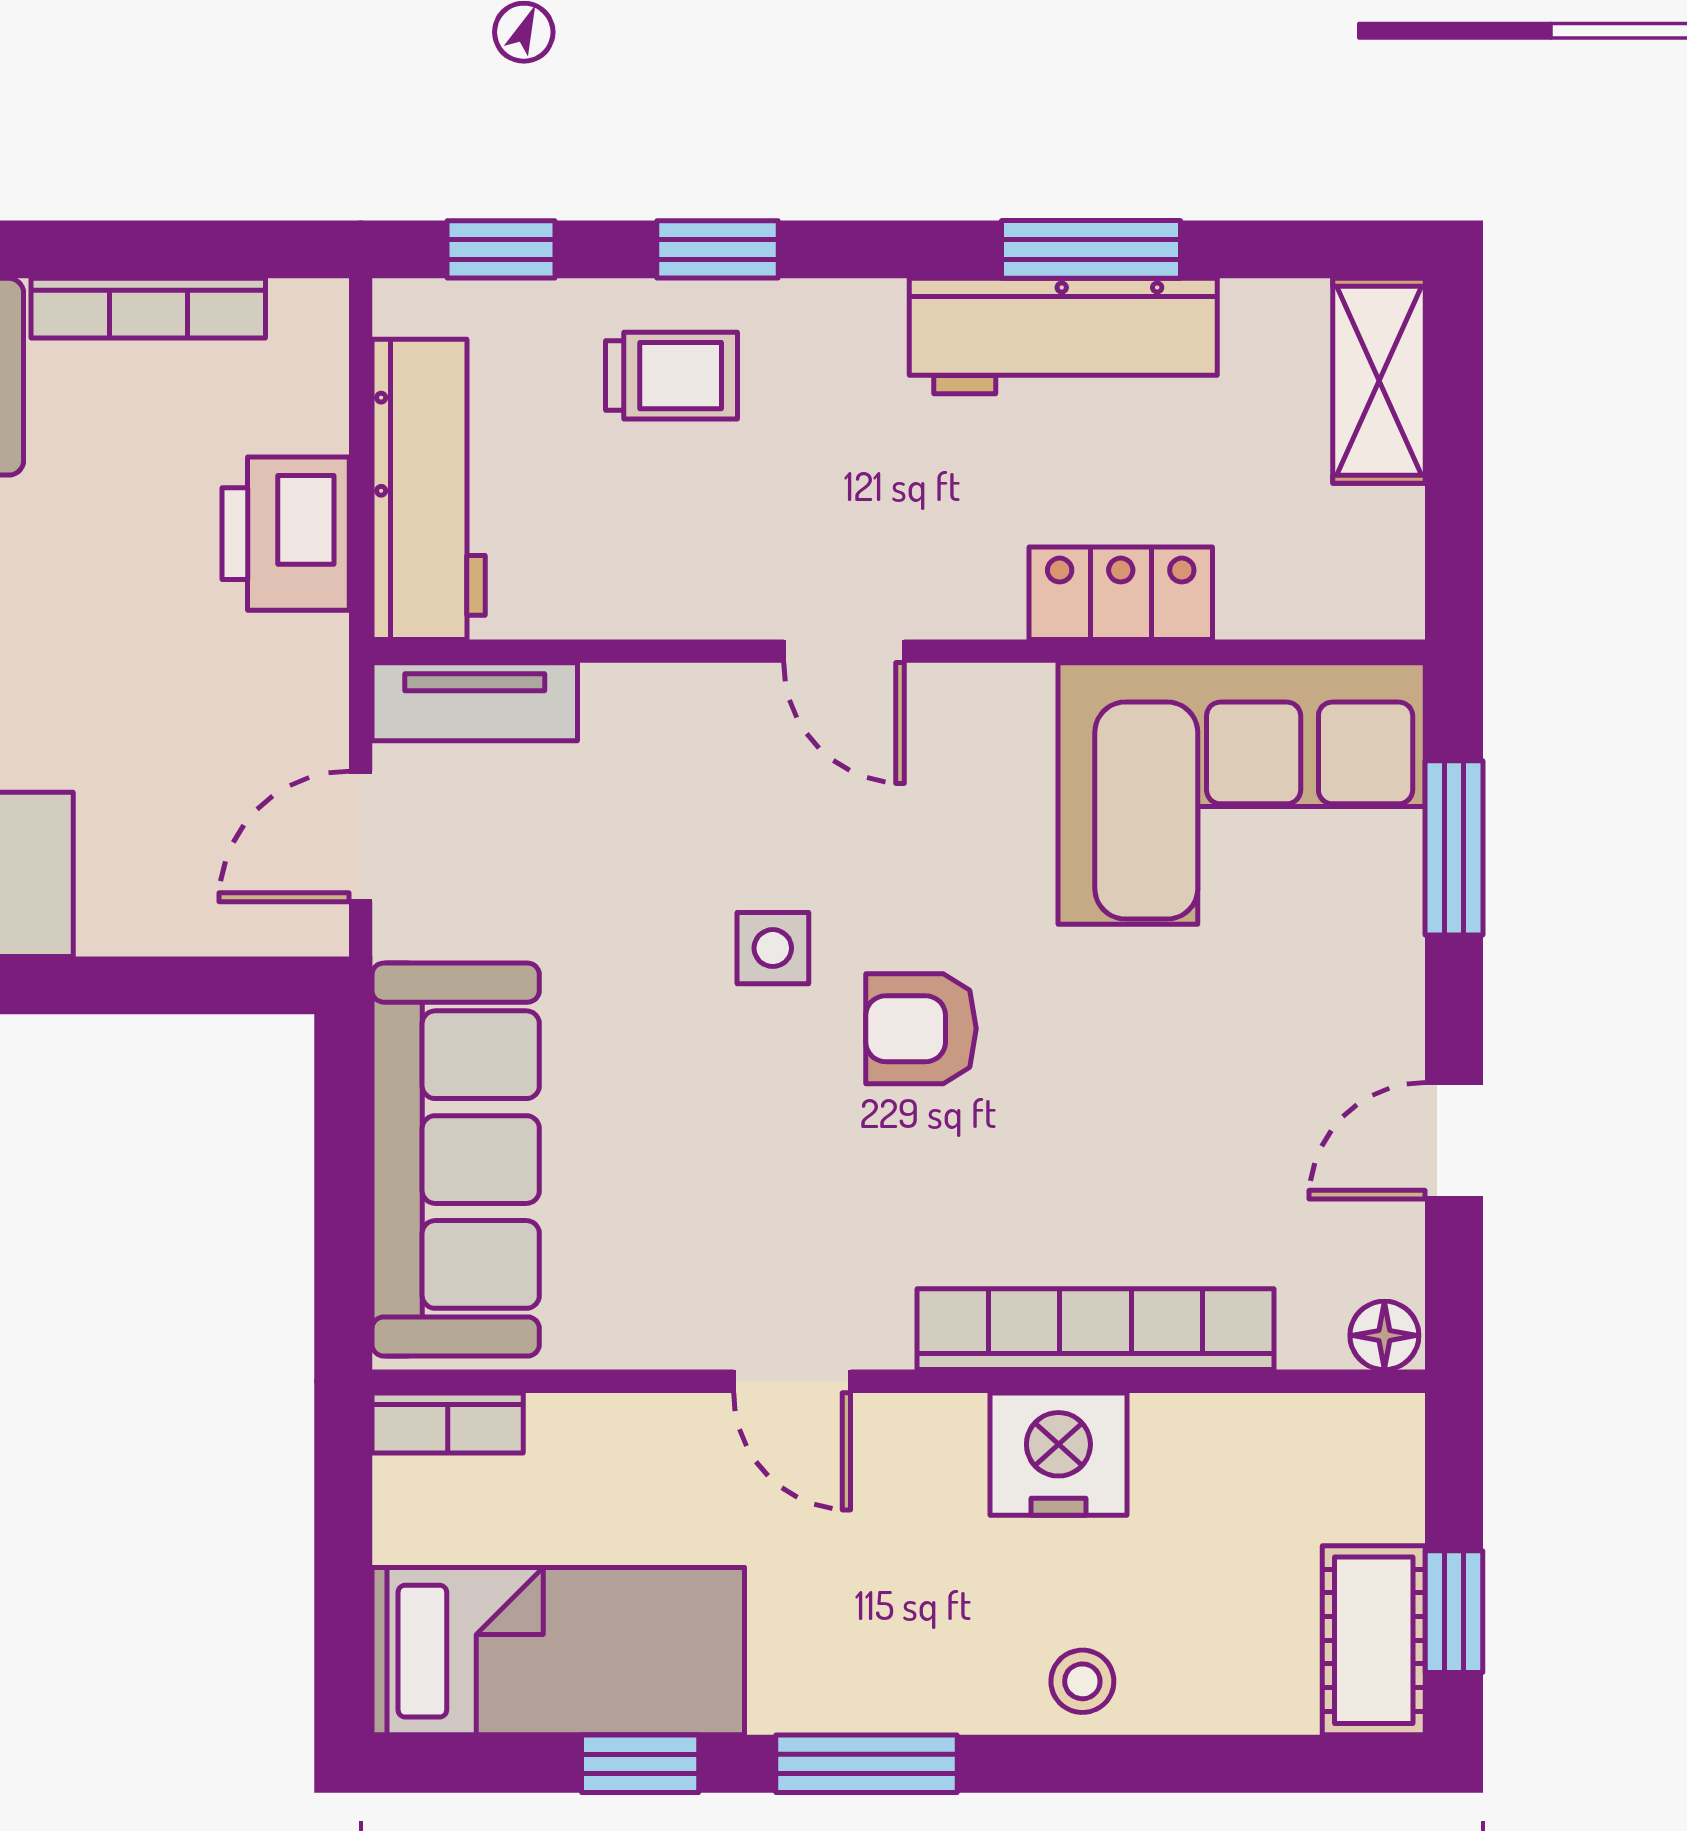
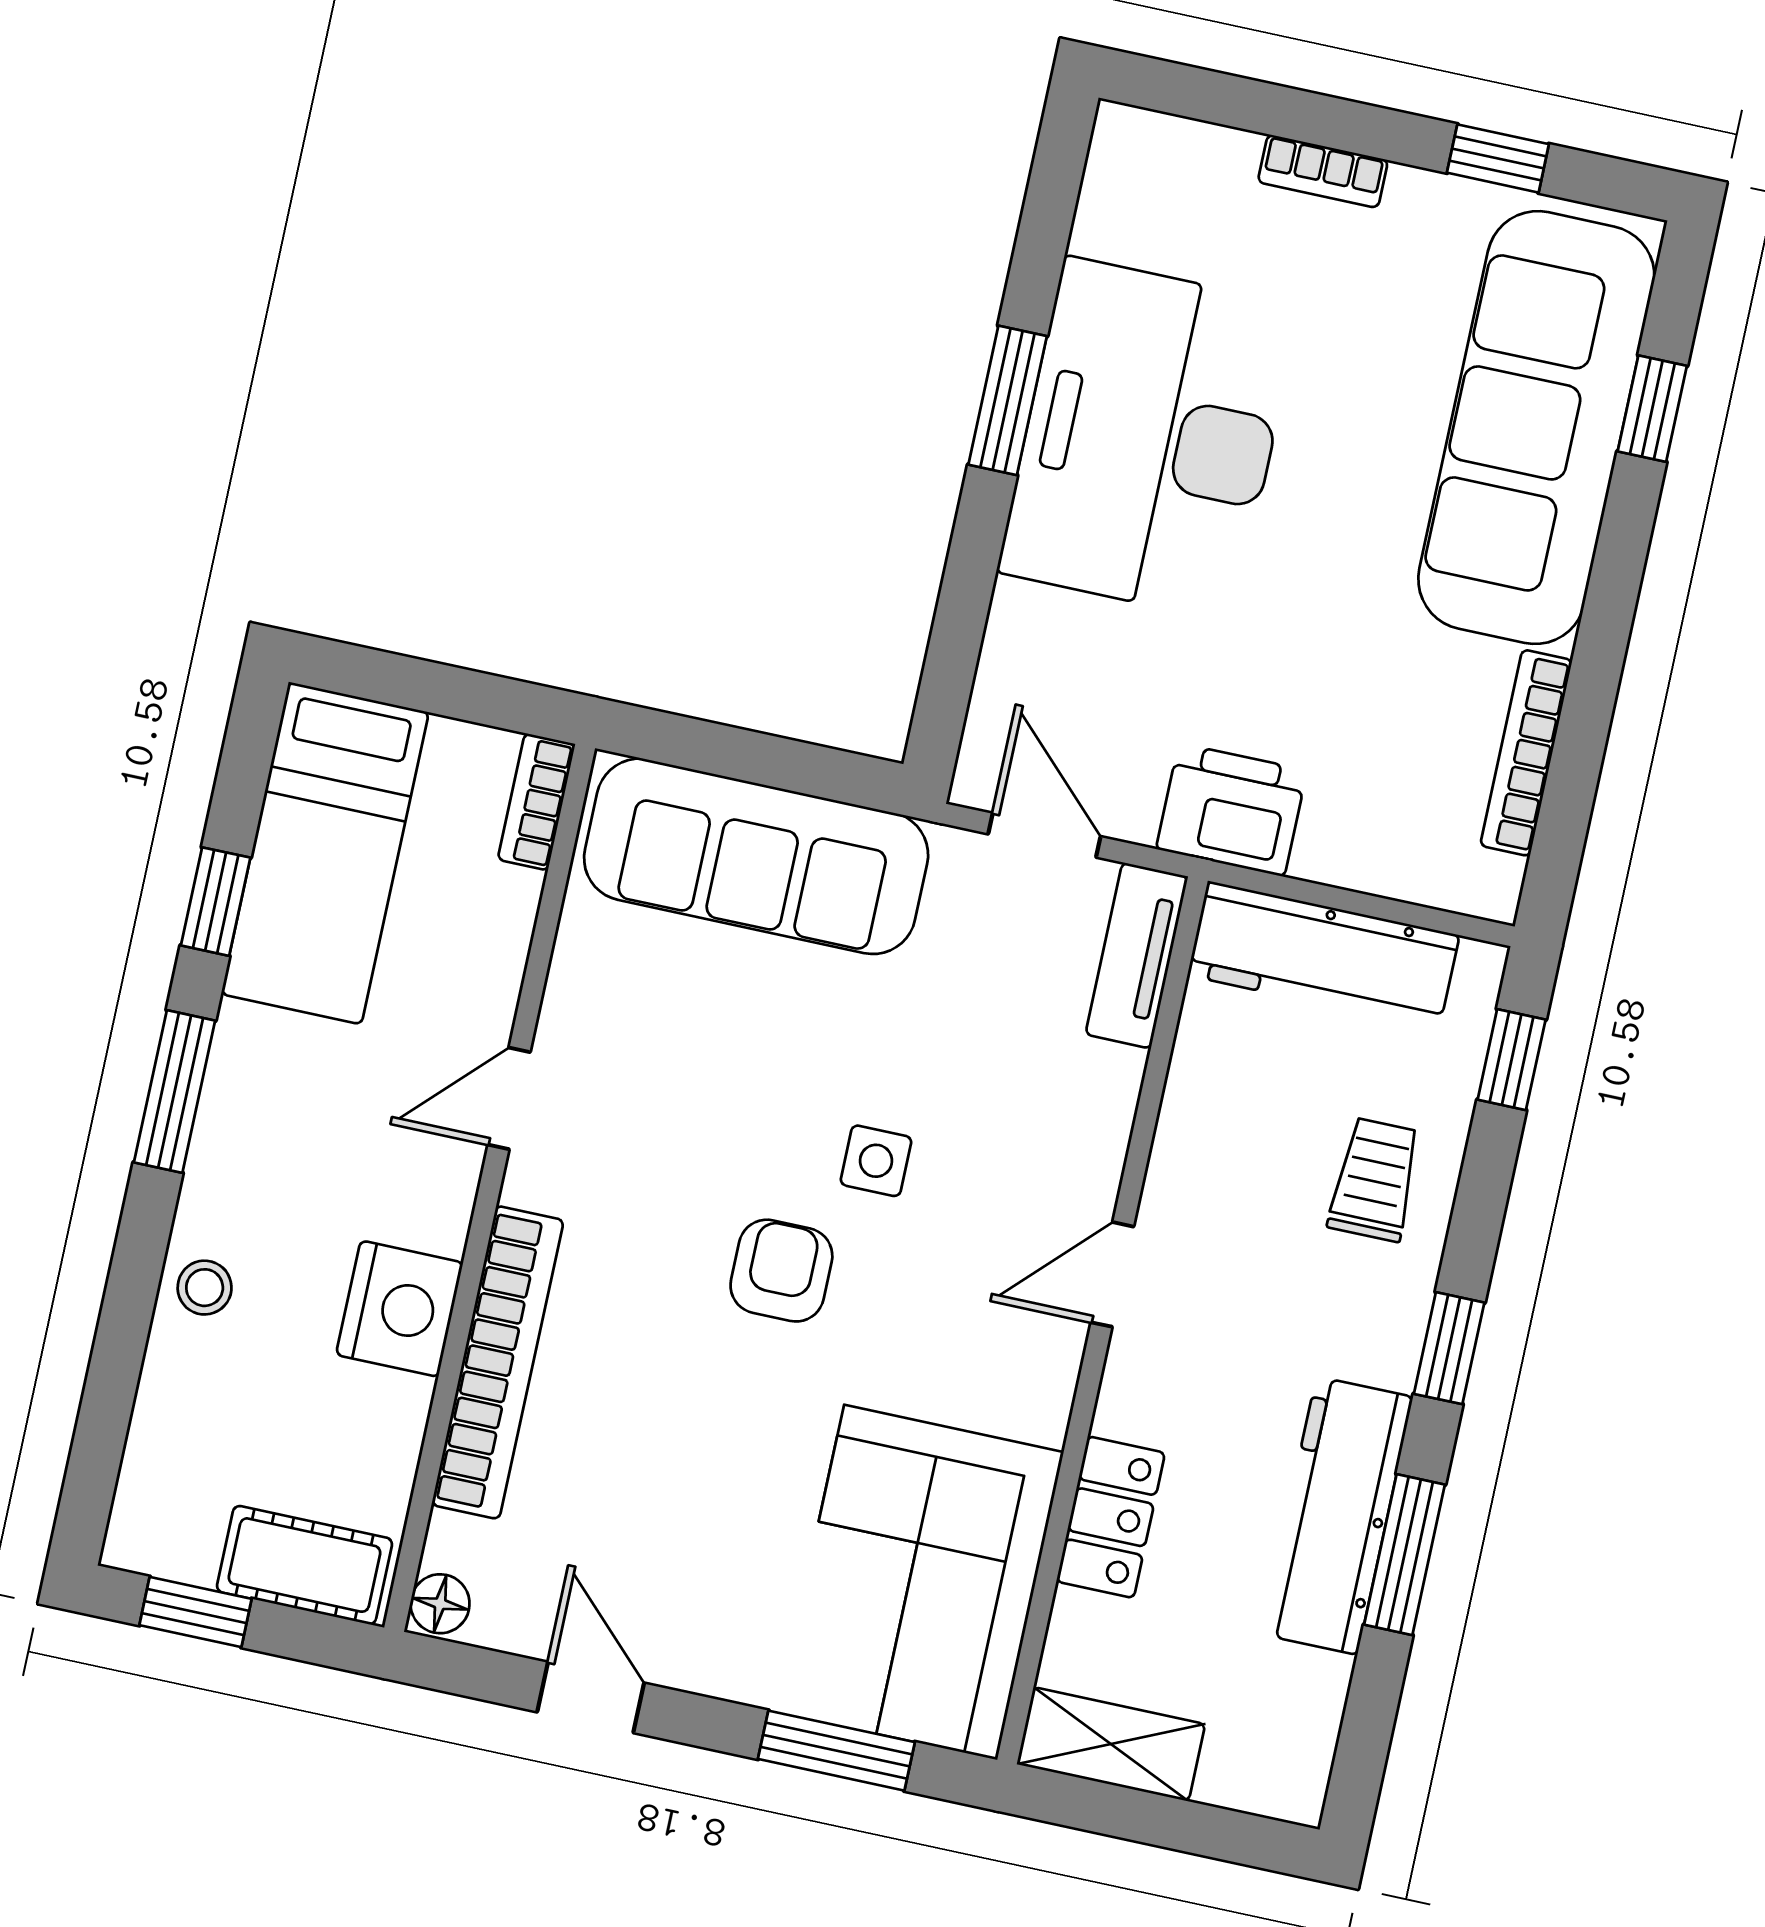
window: (718, 249) -> (1449, 1348), moved
trolley: (671, 376) -> (1375, 1180), turned 180
shelving: (1379, 381) -> (1111, 1744), moved
printer: (286, 534) -> (1232, 810), moved
cot: (1374, 1640) -> (304, 1565), moved

